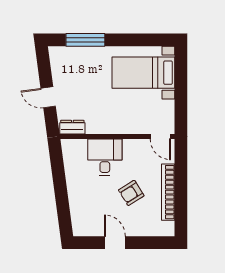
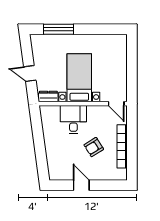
bed with nightstands: (143, 73) -> (79, 78), moved, turned 90

